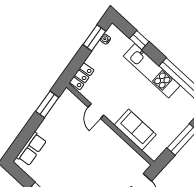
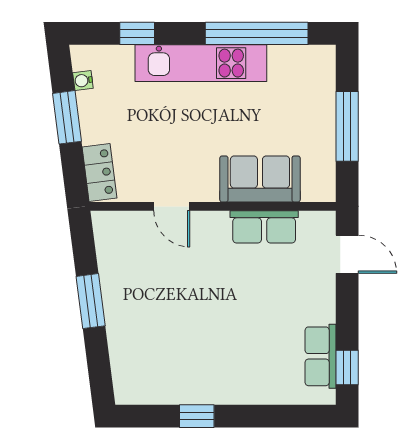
window: (94, 38) -> (67, 117), moved
window: (47, 104) -> (91, 301), moved
row of seats: (31, 149) -> (264, 227), moved, turned 97

